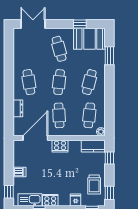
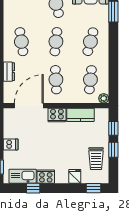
kitchen counter: (93, 146) -> (80, 115), moved
window: (109, 193) -> (113, 150), moved

